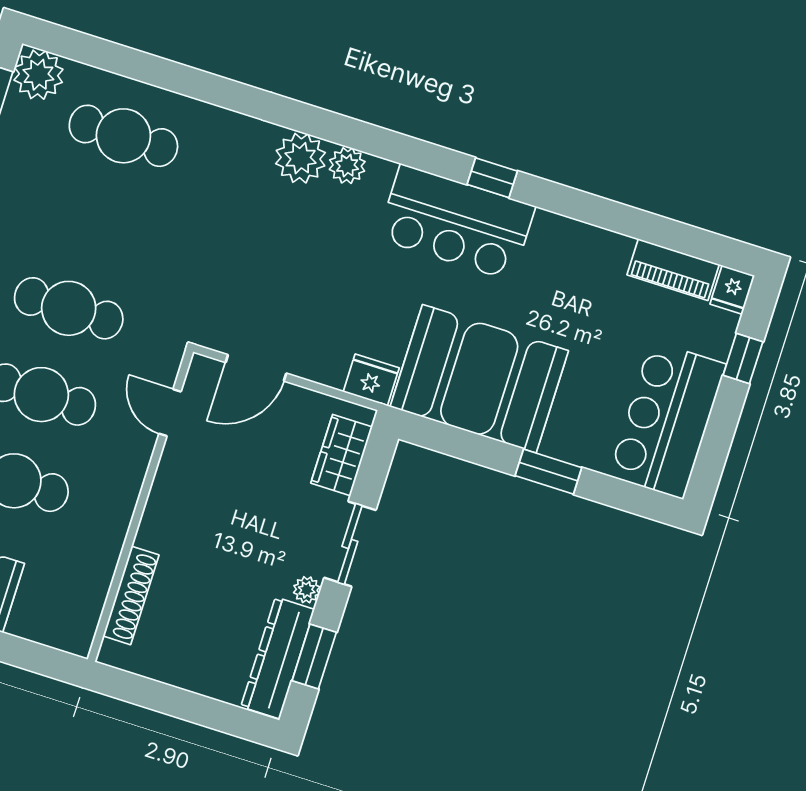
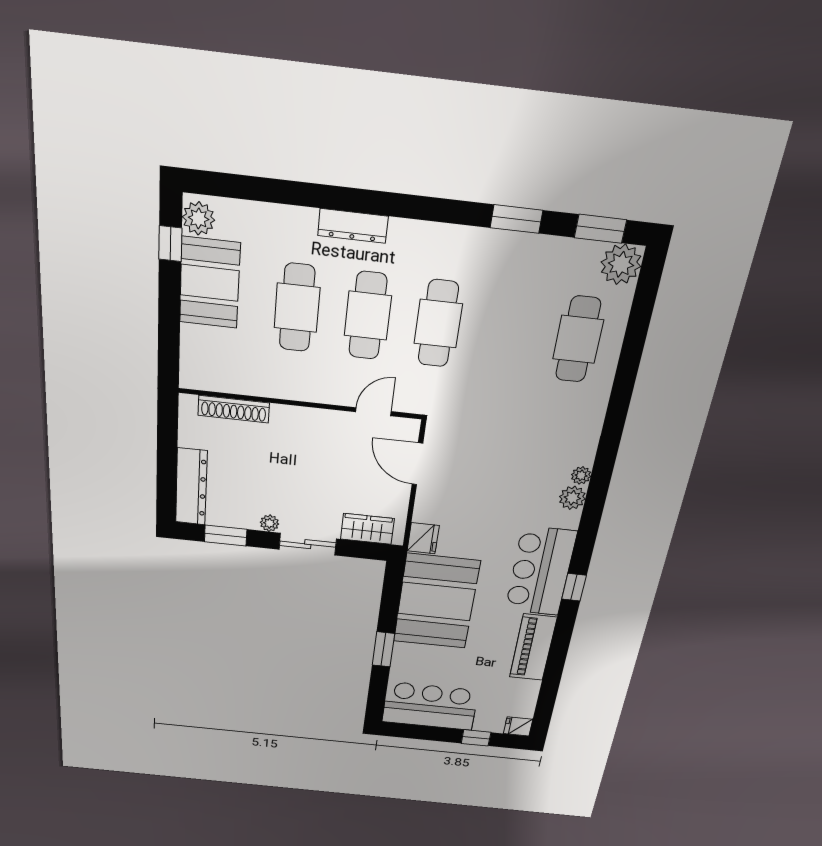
plant: (301, 158) -> (581, 475), width x0.53, depth x0.53
piano: (673, 270) -> (533, 647), moved, width x1.37, depth x1.33
dresser: (278, 658) -> (191, 487), moved, turned 90

